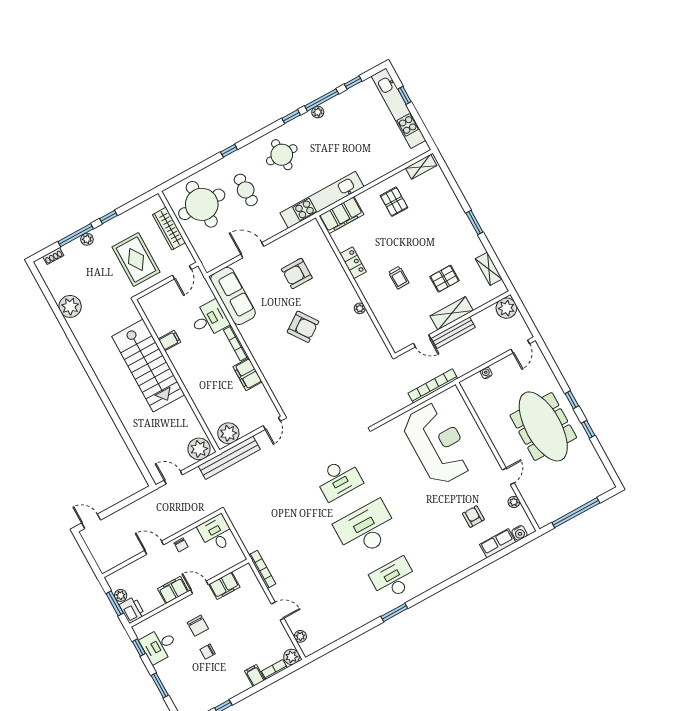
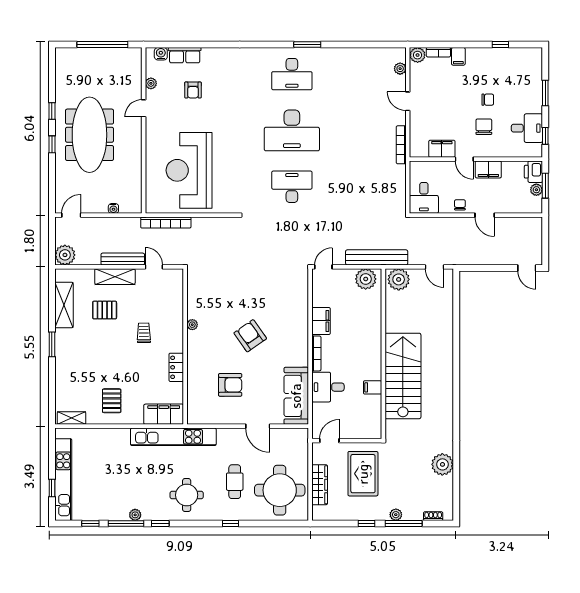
shelving: (489, 269) -> (64, 305), width x1.50, depth x1.33

